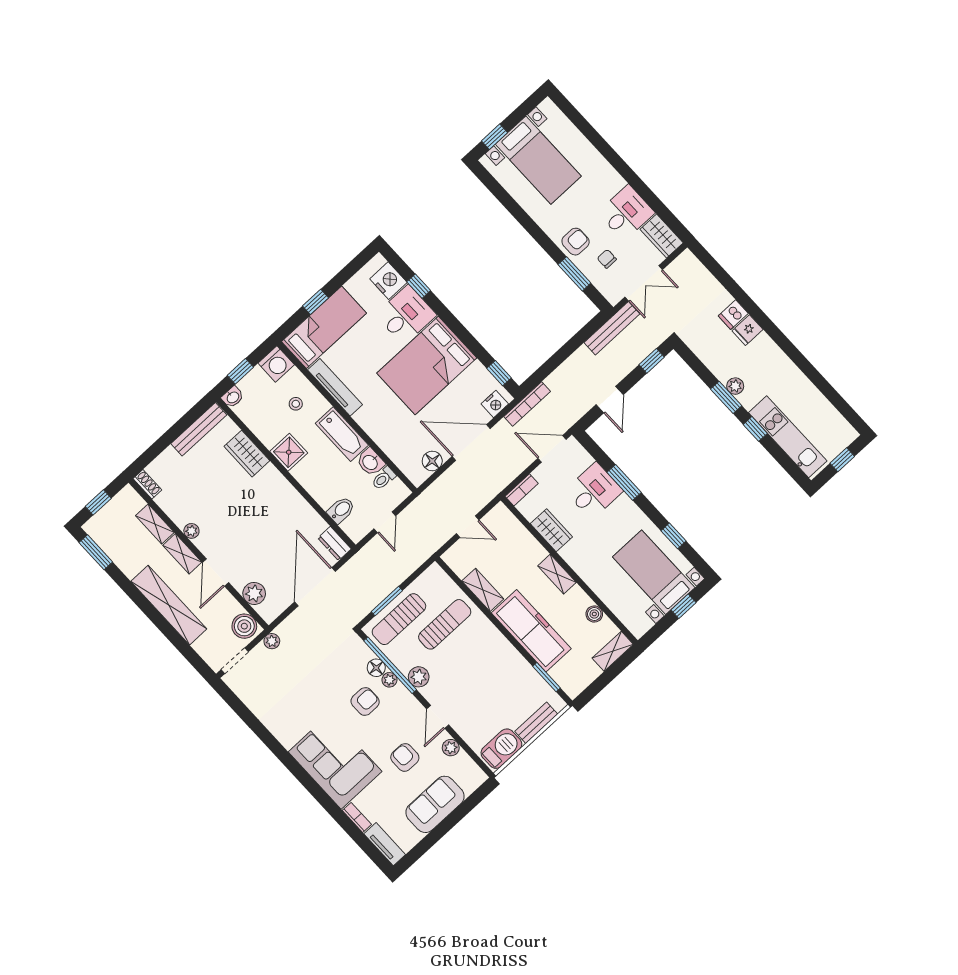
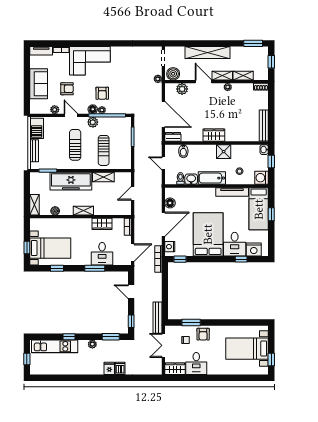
window: (494, 137) -> (271, 359), moved
window: (726, 397) -> (111, 337), moved
wardrobe: (247, 454) -> (214, 135), moved
sun lounger: (399, 619) -> (75, 145), moved
floor lamp: (376, 668) -> (93, 109), moved

